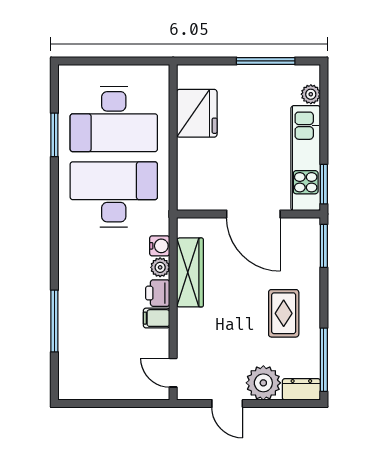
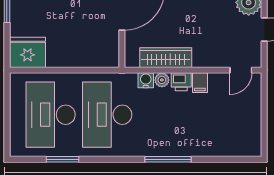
fridge: (197, 113) -> (27, 52), moved
desk: (114, 119) -> (51, 115), turned 180
window: (54, 321) -> (168, 159), moved

